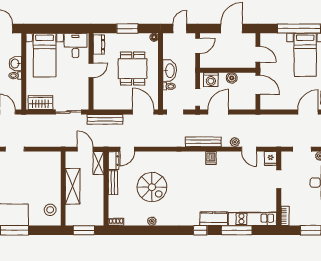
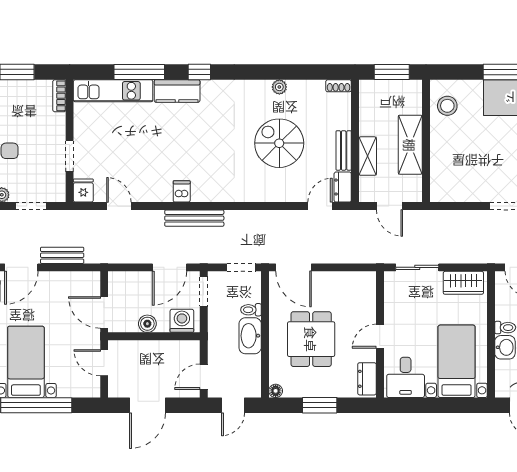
bench: (105, 119) -> (62, 255), moved, width x0.73
plant: (235, 142) -> (142, 218), removed
shelving: (98, 163) -> (368, 156), moved

